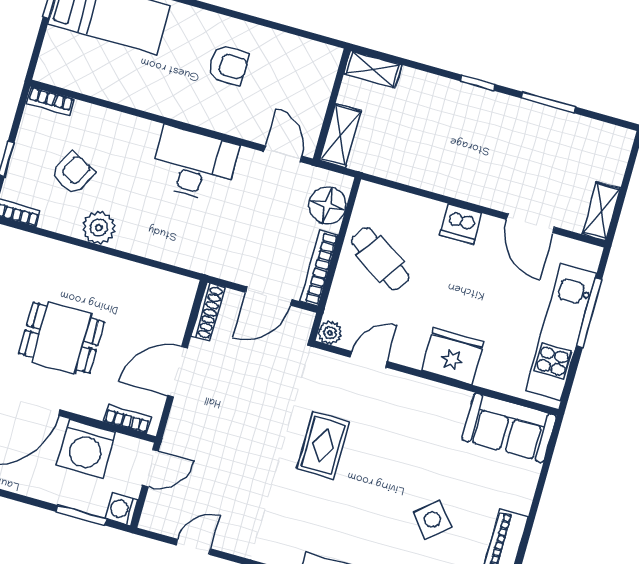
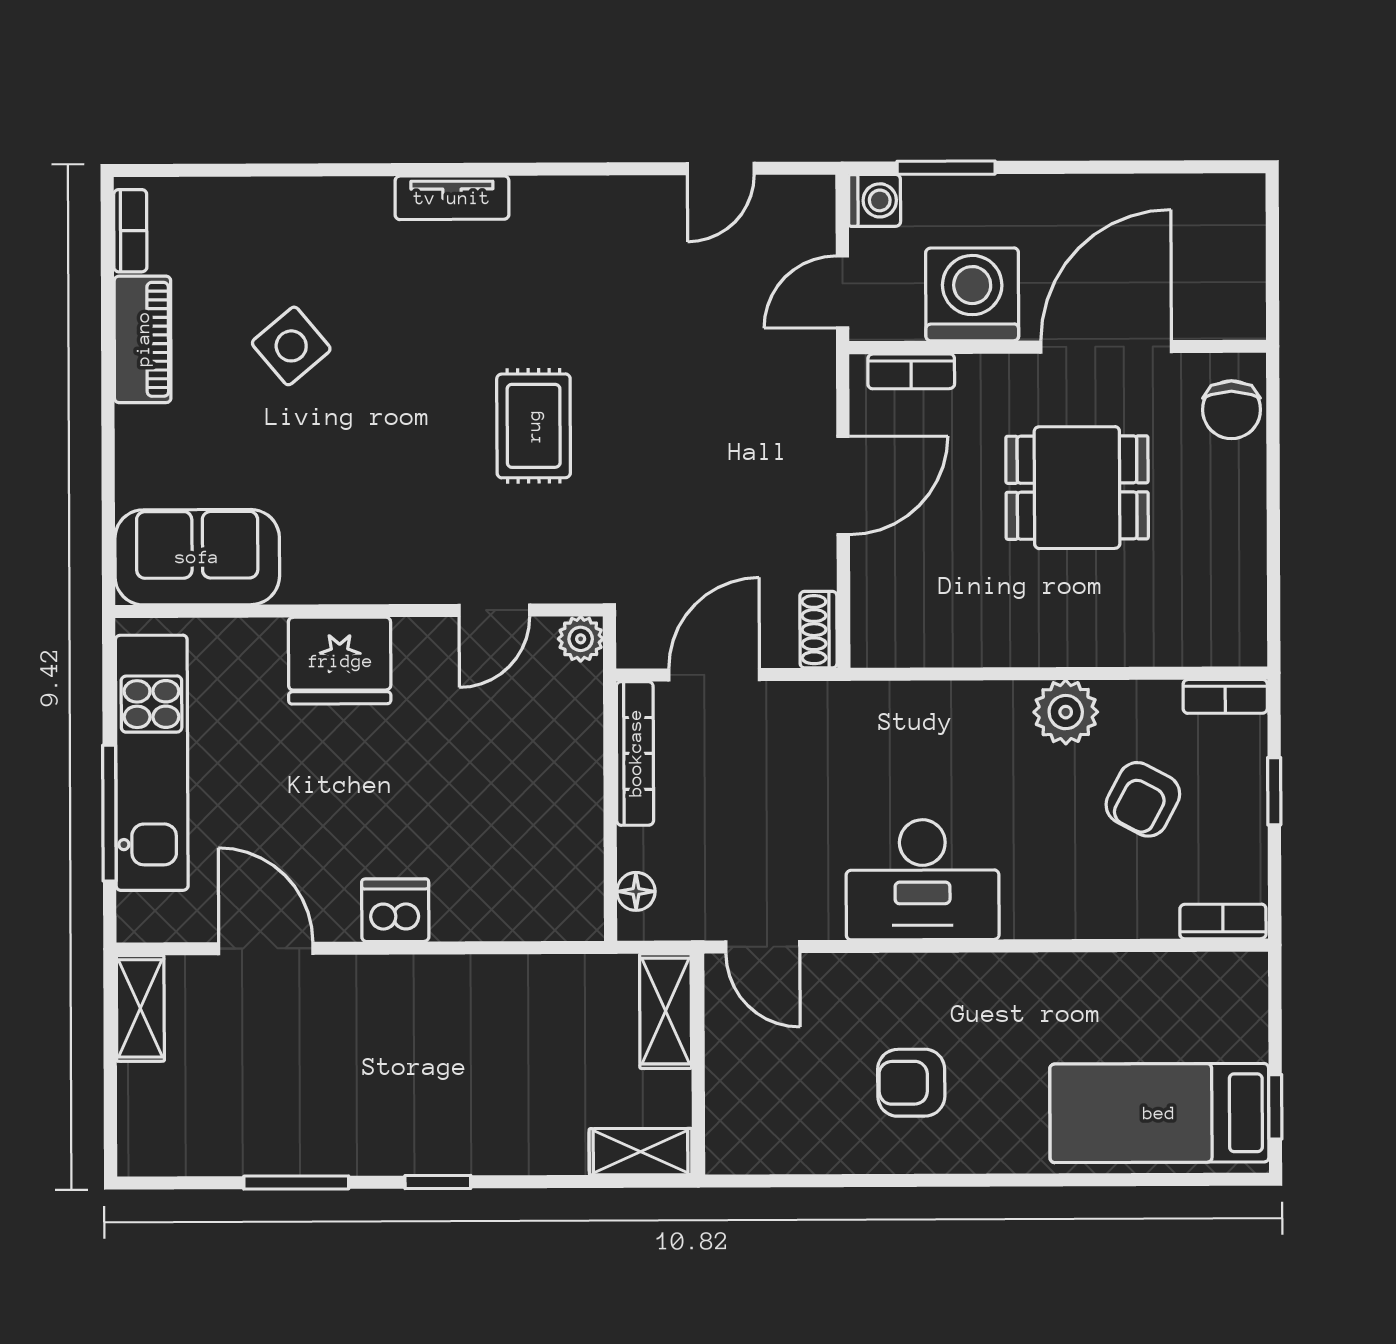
floor lamp: (327, 205) -> (636, 891), width x0.53, depth x0.53
cafe table: (380, 259) -> (526, 803), removed
shoe rack: (208, 312) -> (818, 630), width x0.70

